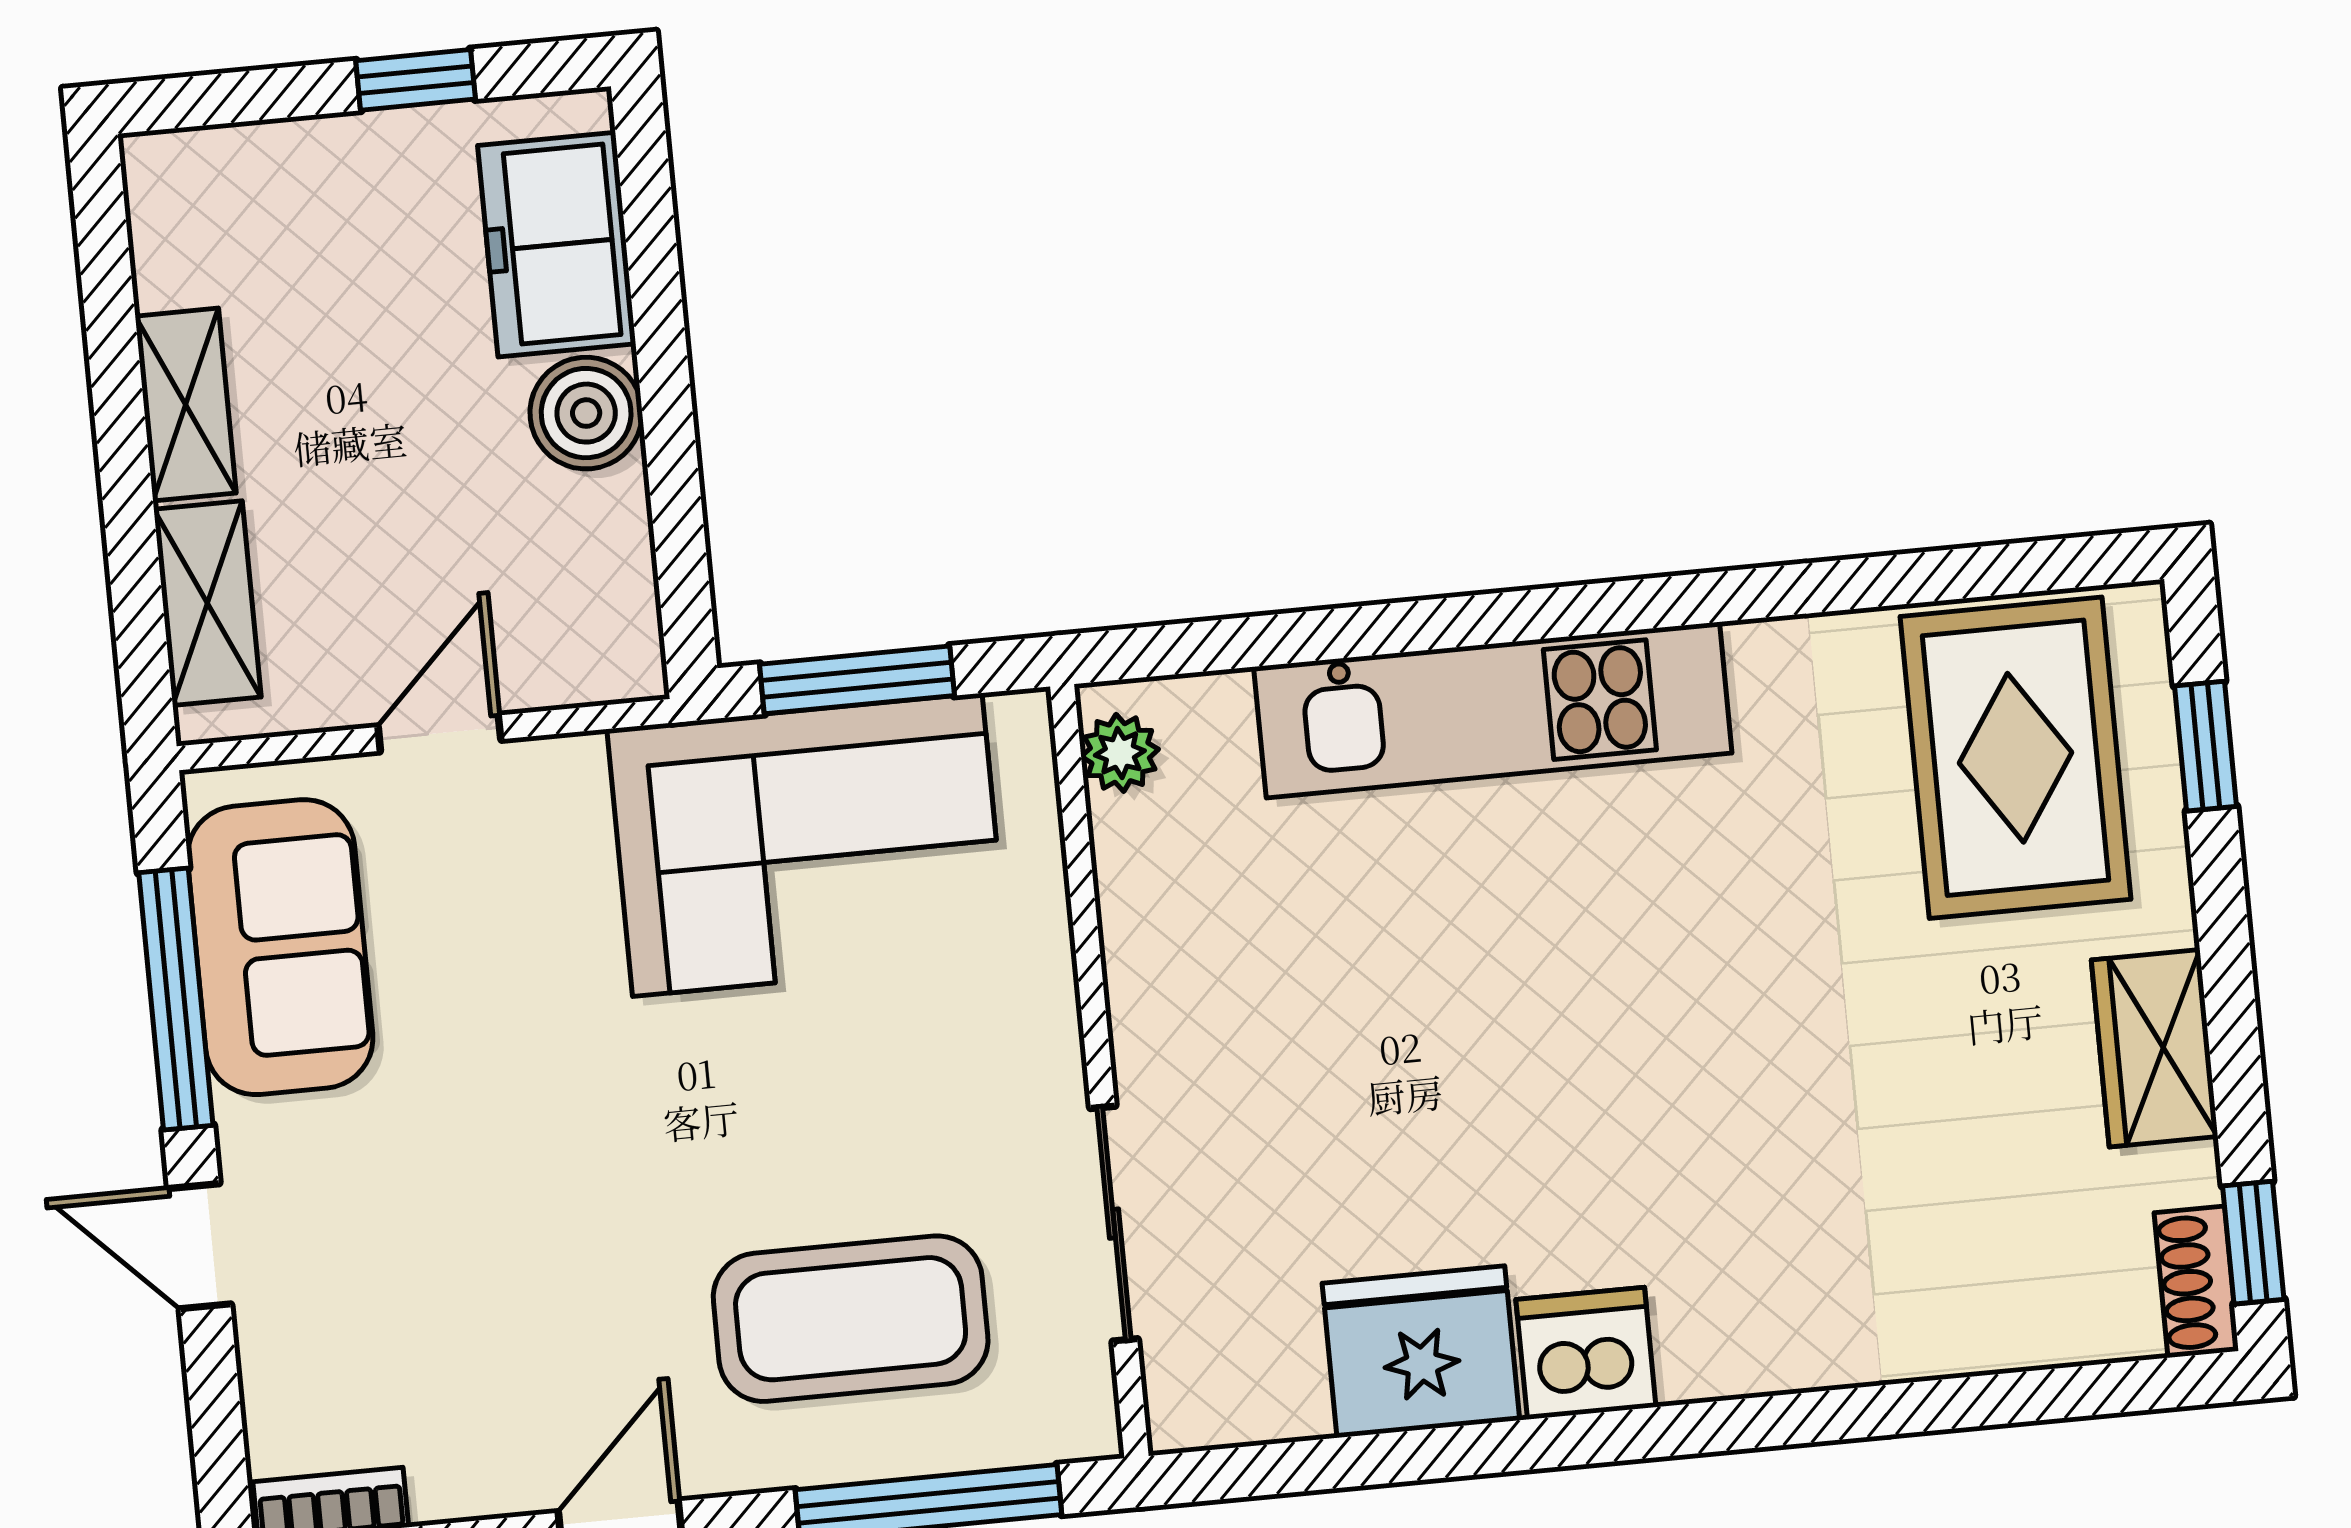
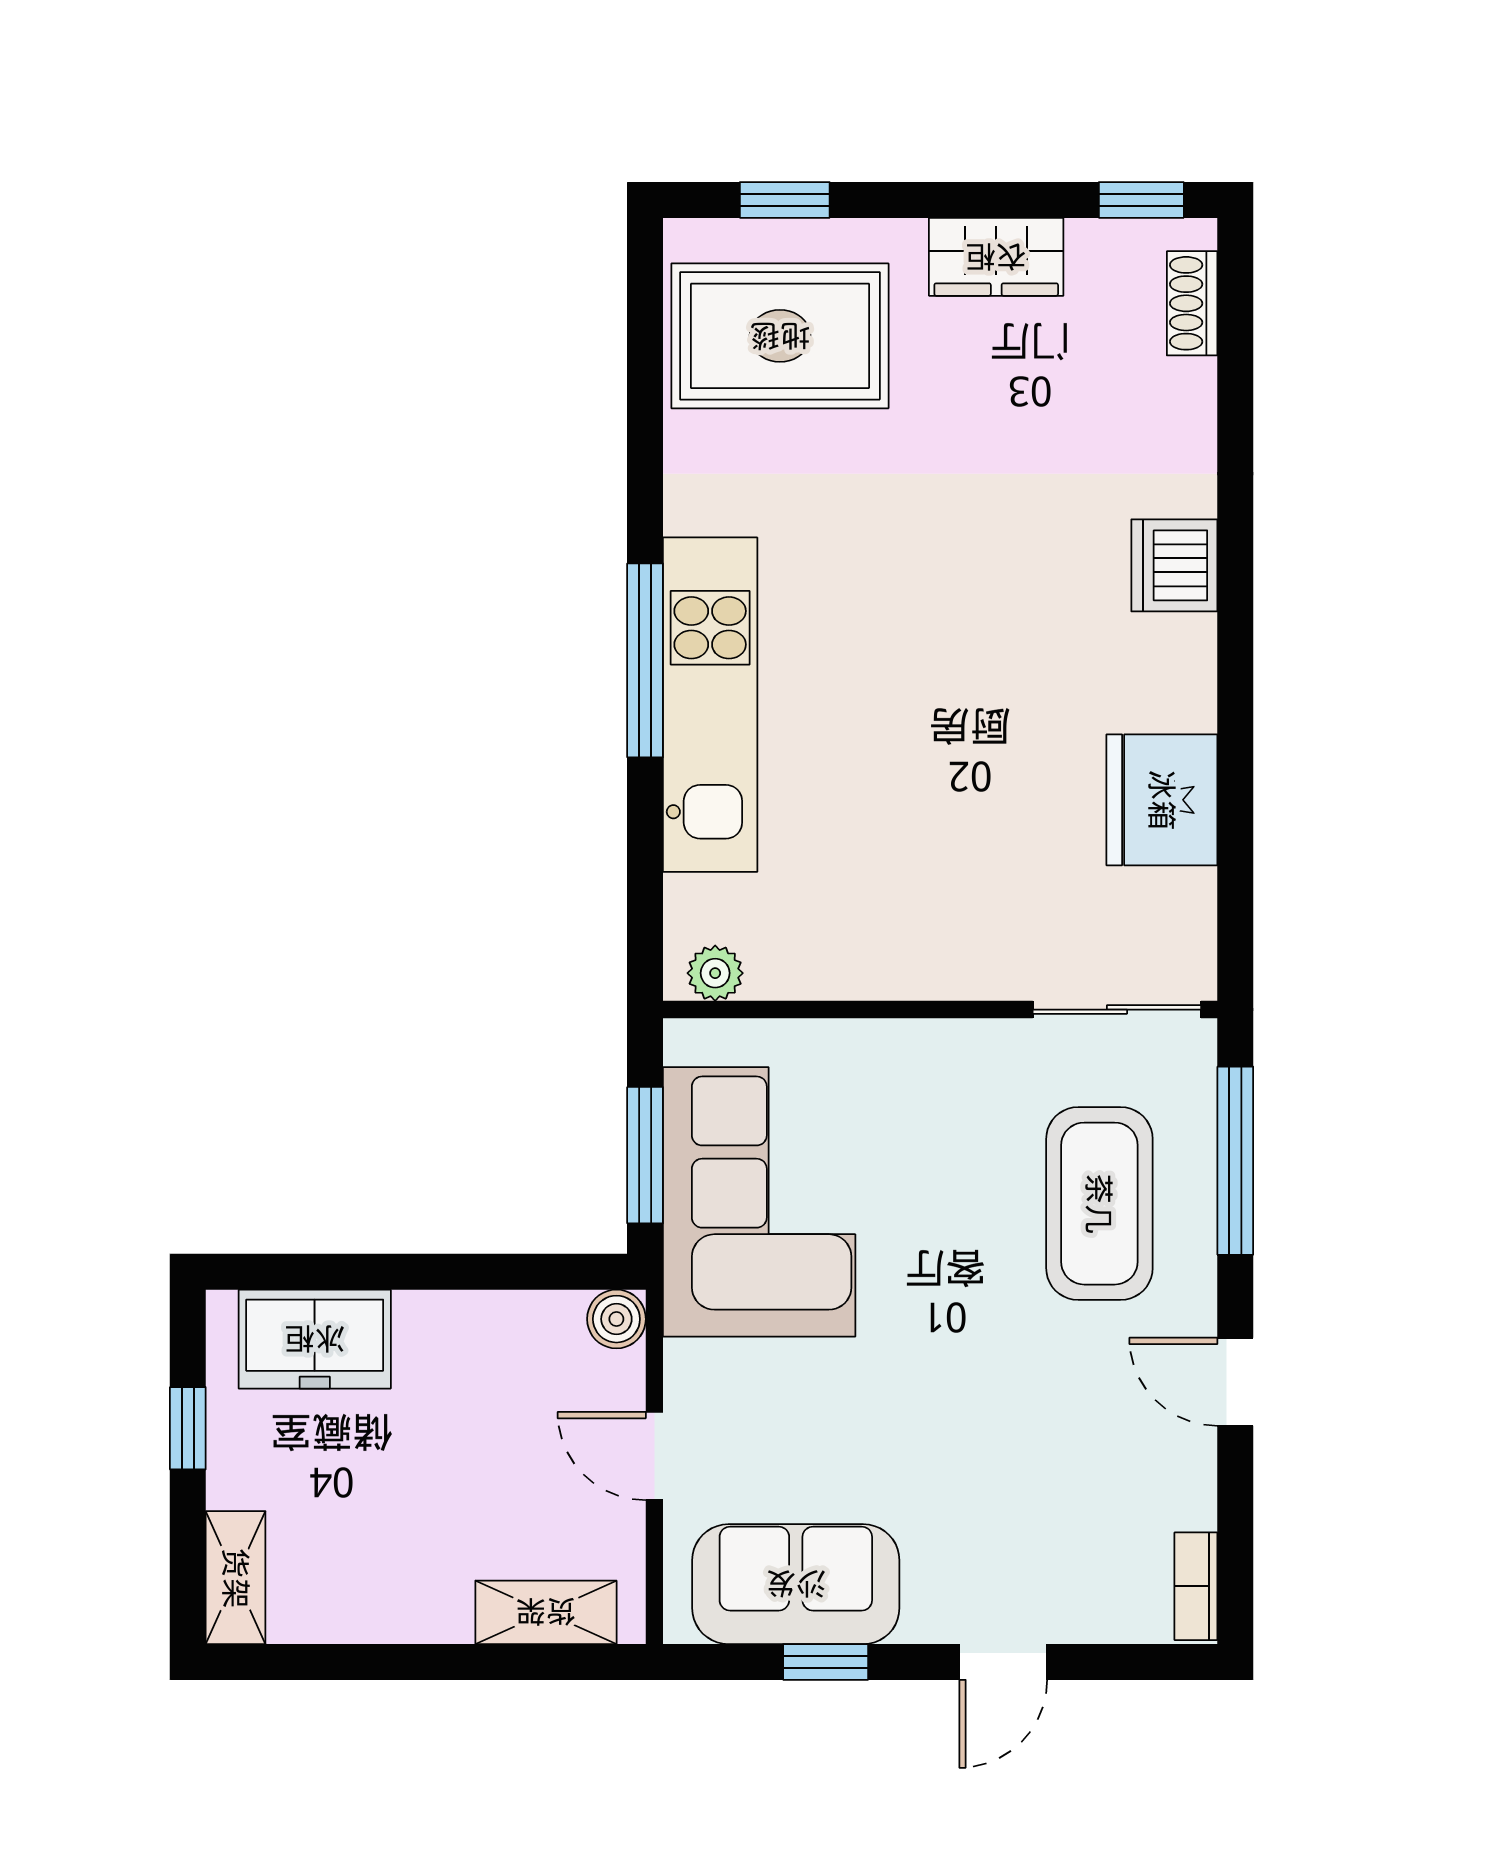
shelving: (186, 405) -> (236, 1578), moved, turned 90
boiler: (586, 413) -> (616, 1319), moved, width x0.73, depth x0.73
window: (1546, 614) -> (645, 660), added
window: (176, 999) -> (826, 1662), width x0.46
sliding door: (1114, 1224) -> (1117, 1010), moved
shoe rack: (2196, 1282) -> (1192, 303), moved, turned 90
dishwasher: (1586, 1353) -> (1174, 565), moved

